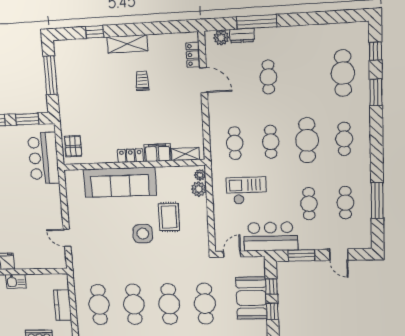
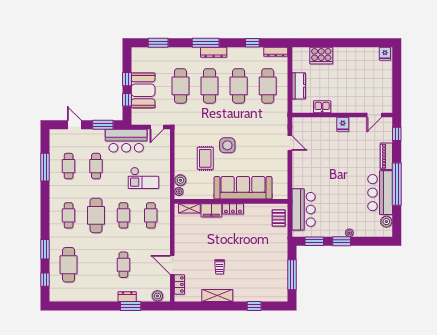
window: (257, 22) -> (131, 306), width x0.69
dresser: (242, 35) -> (127, 297), moved
shelving: (127, 44) -> (217, 296), moved
kitchen sink: (16, 281) -> (322, 107), moved

